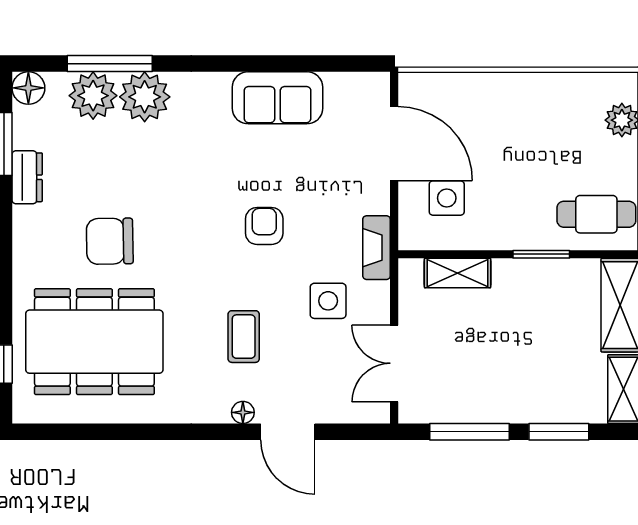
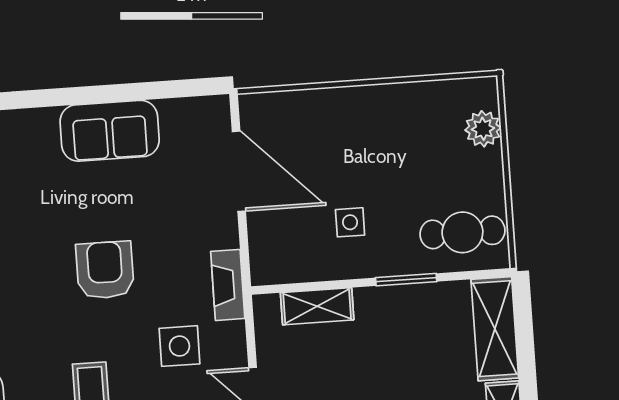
side table: (447, 198) -> (350, 222), moved, width x0.73, depth x0.73
armchair: (264, 226) -> (105, 270), width x1.38, depth x1.38

